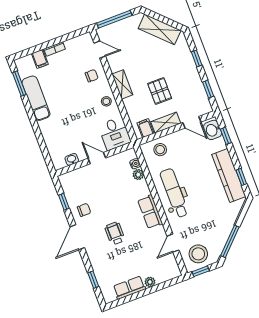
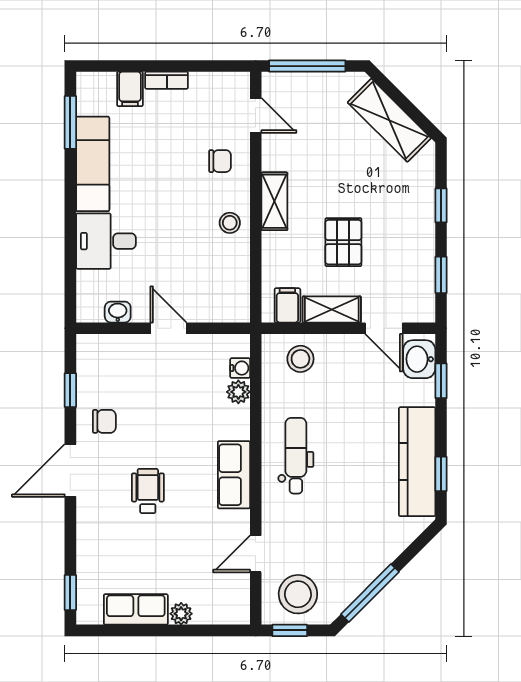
desk: (115, 133) -> (106, 241), moved, turned 90
dental chair: (174, 193) -> (296, 456), width x0.73, depth x0.72
window: (93, 280) -> (70, 593), moved

